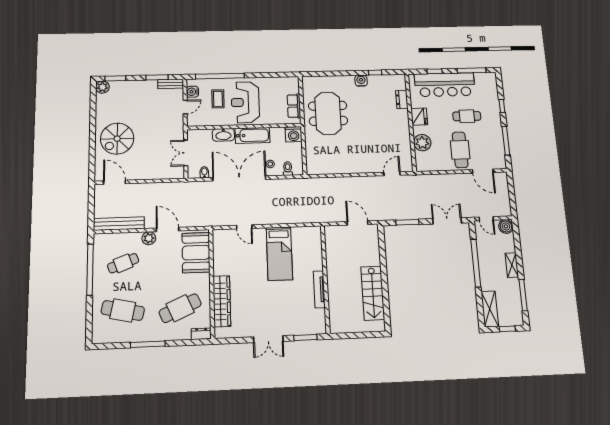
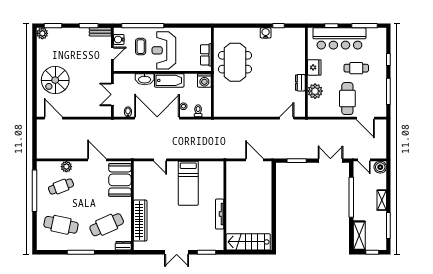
dresser: (402, 100) -> (300, 83), moved
bench: (119, 224) -> (57, 153), removed
plant: (149, 238) -> (66, 167), moved
stairs: (373, 293) -> (248, 242), moved, turned 90

